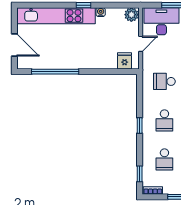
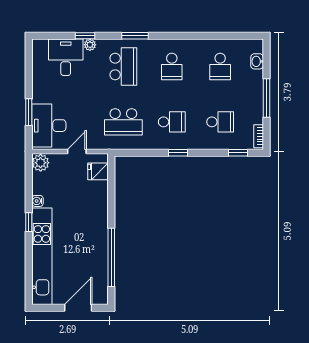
door: (141, 44) -> (77, 151), hinge flipped
school desk: (164, 81) -> (123, 122), width x1.85

